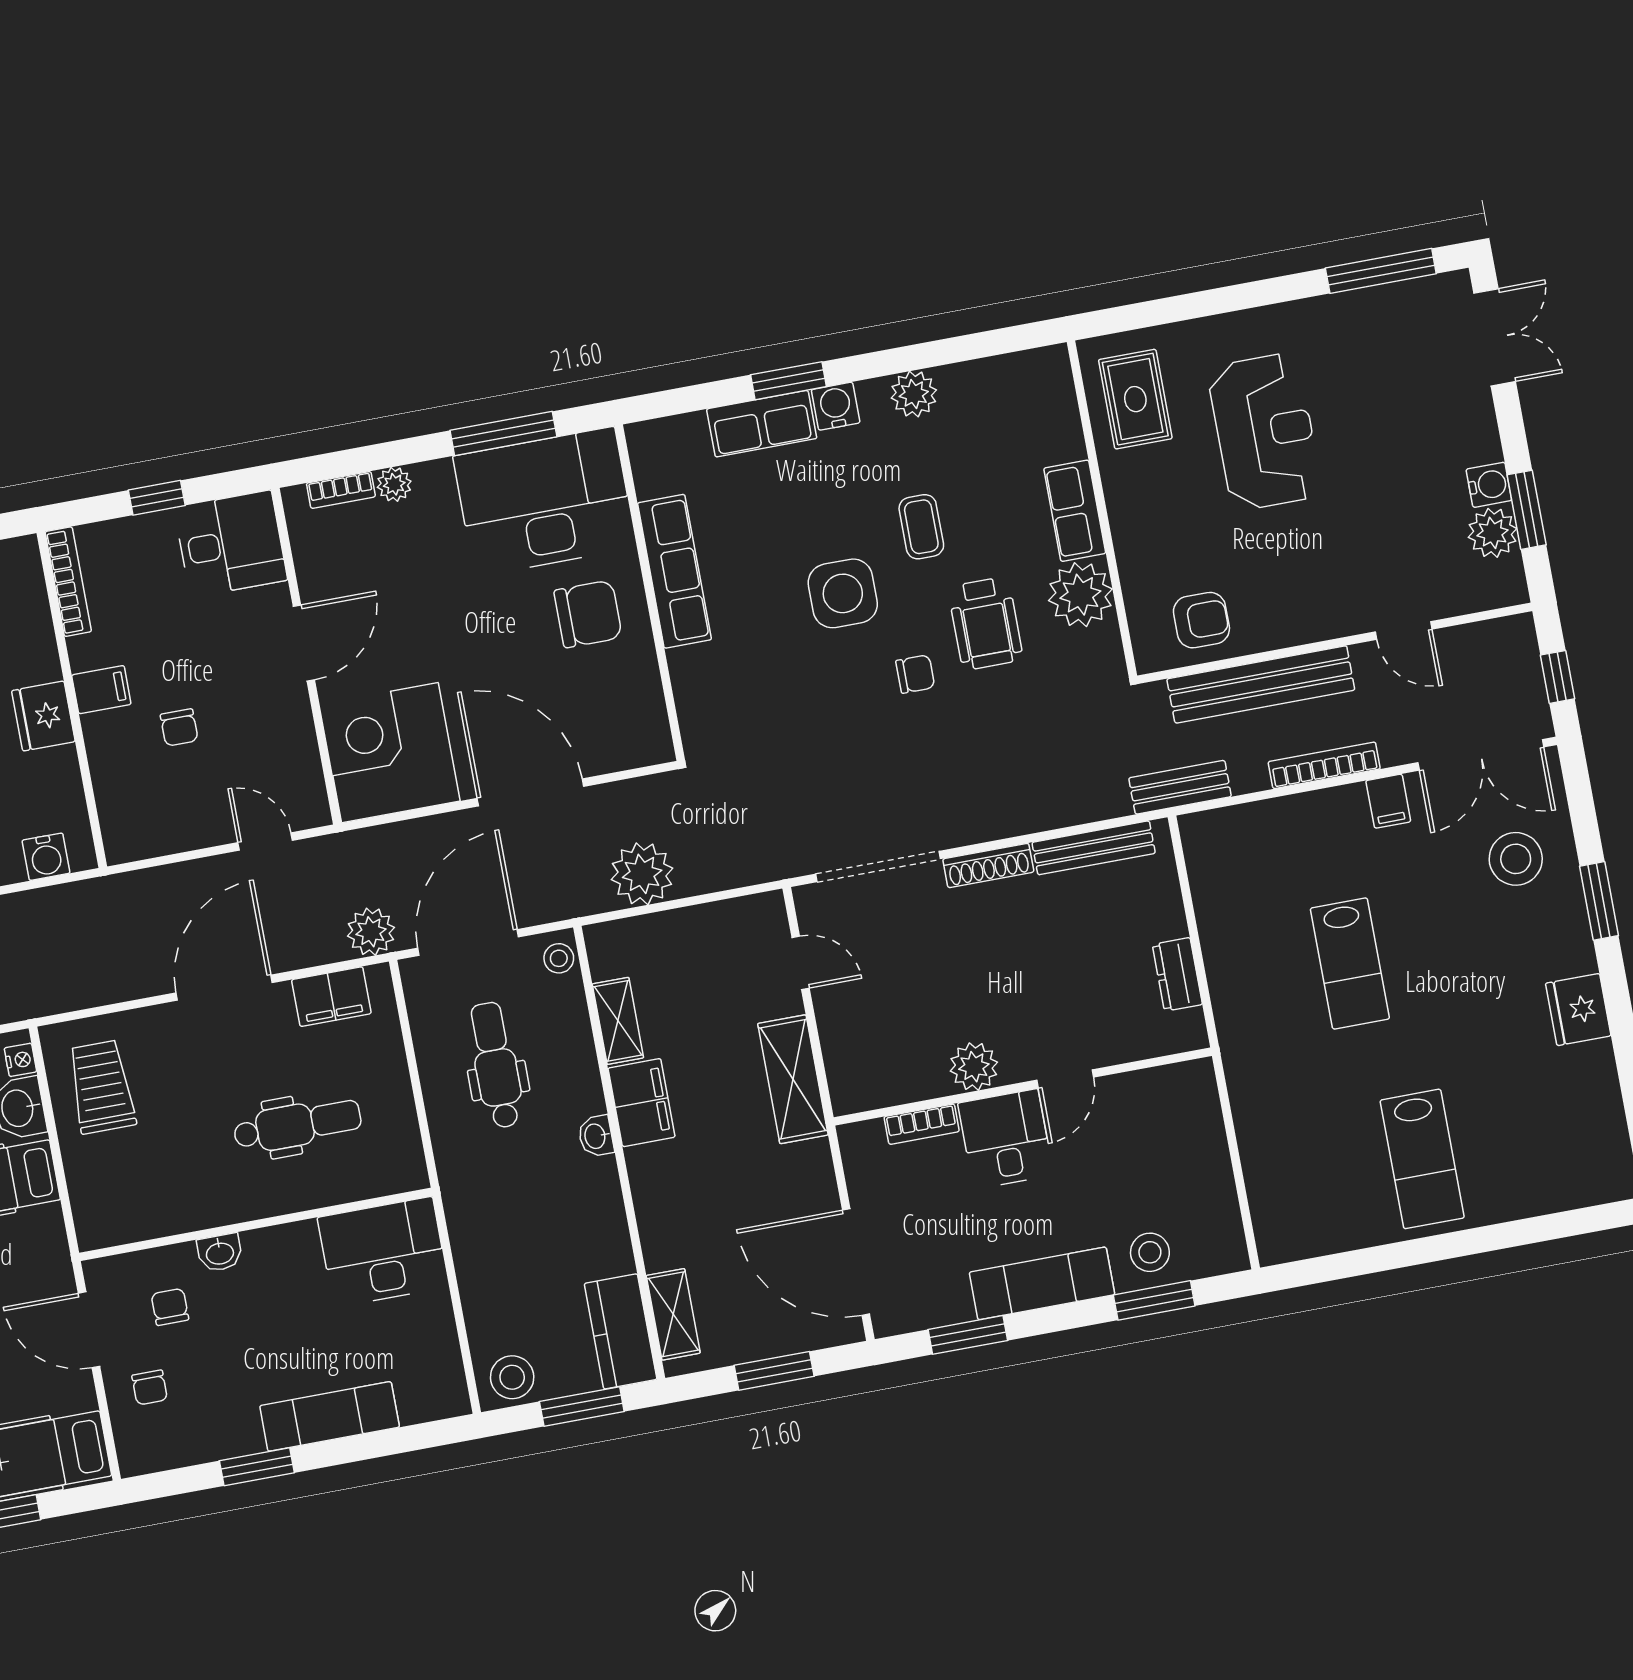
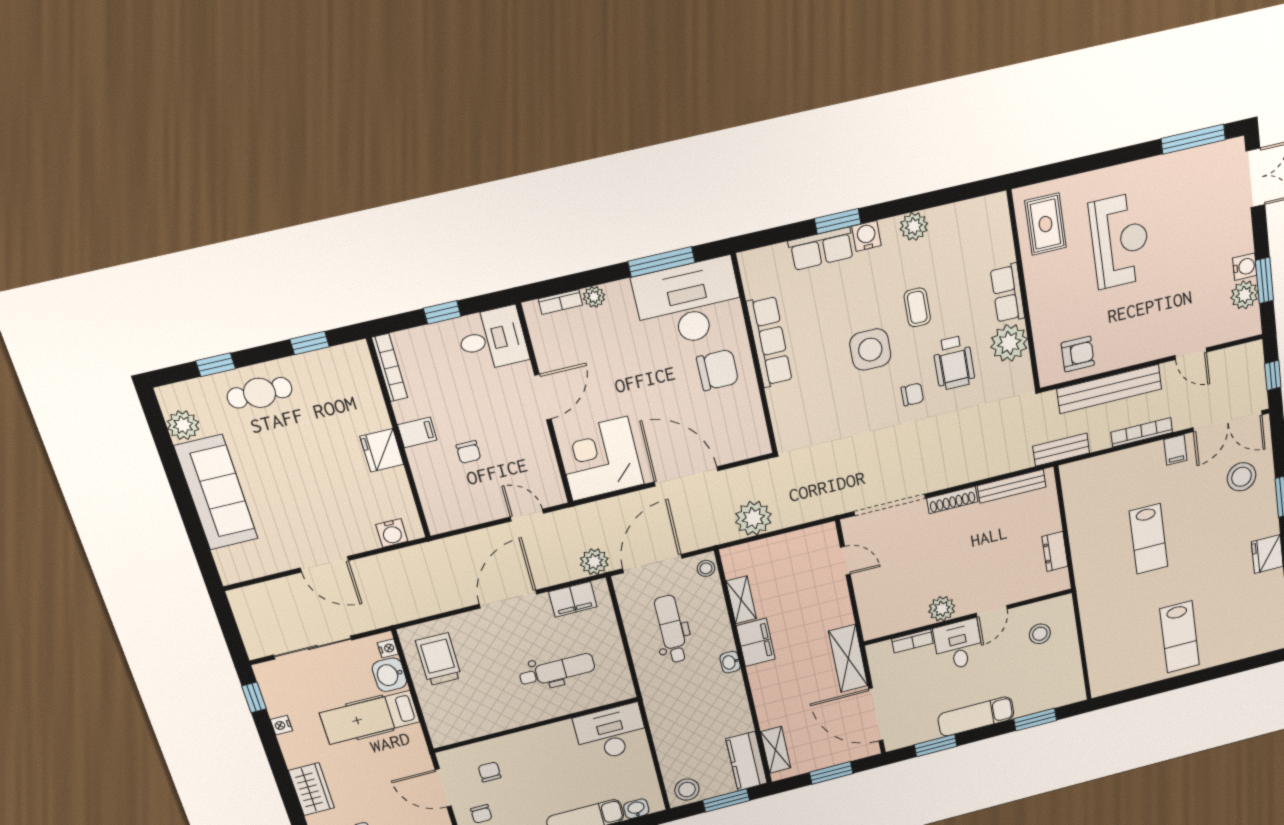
shelving: (793, 1079) -> (848, 659), moved
stool: (1150, 1252) -> (1040, 634), moved
washbasin: (220, 1253) -> (636, 809), moved, turned 180

